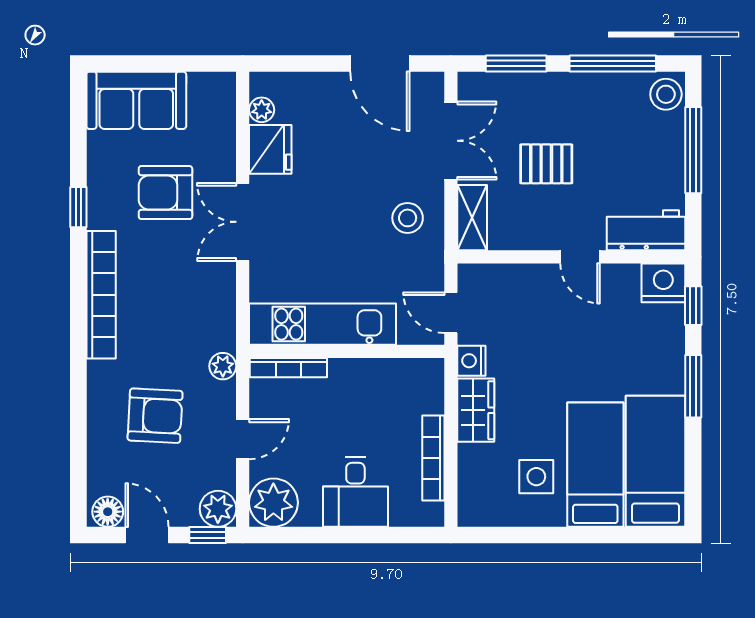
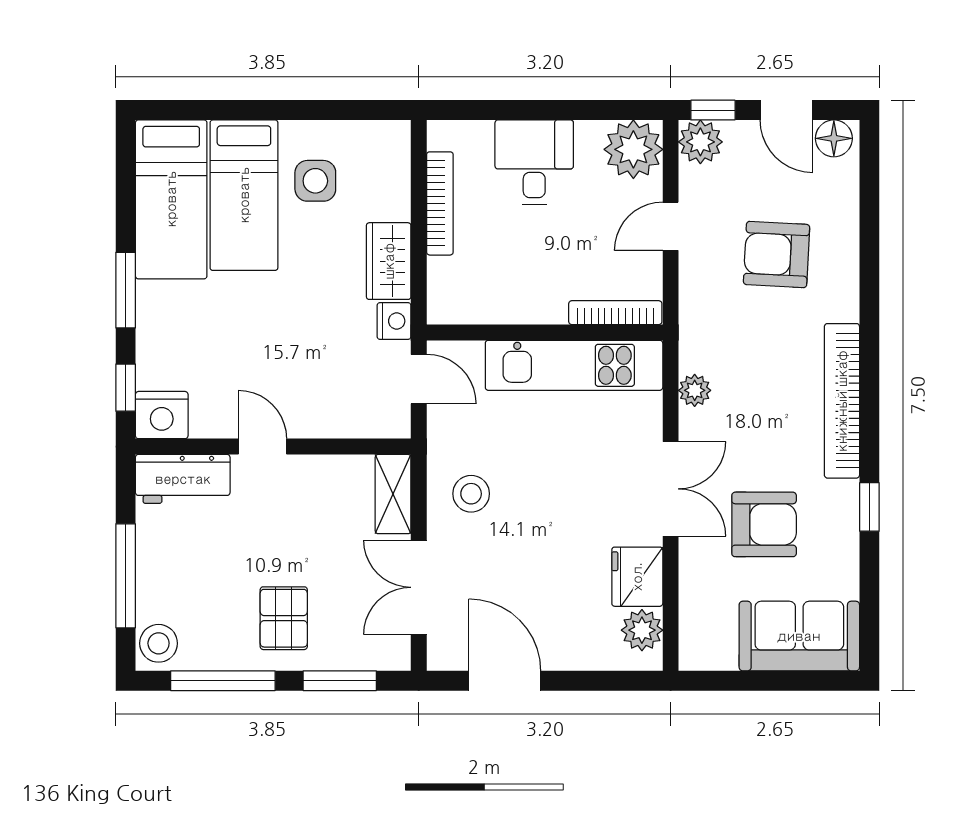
plant: (262, 110) -> (642, 630), width x1.38, depth x1.38
pallet: (546, 164) -> (284, 618), moved, turned 90
plant: (223, 366) -> (695, 390), moved

